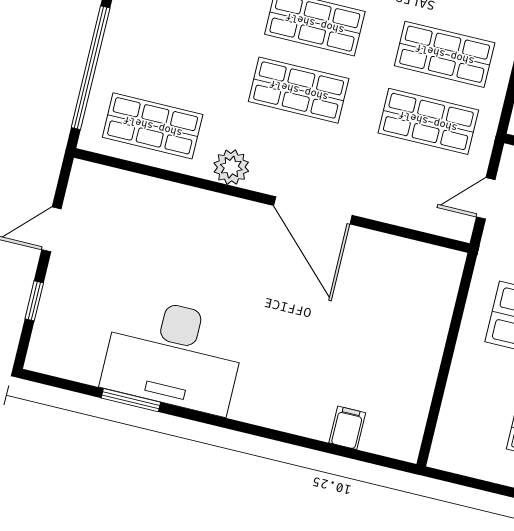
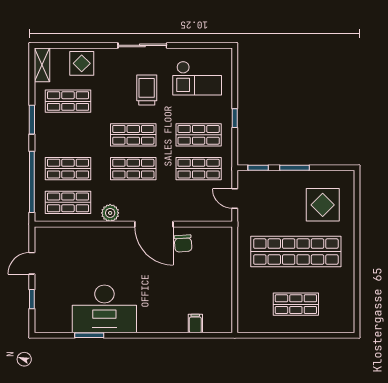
shop shelf: (169, 59) -> (68, 169), added
door: (486, 198) -> (235, 199), hinge flipped
chair: (362, 263) -> (183, 243), added

